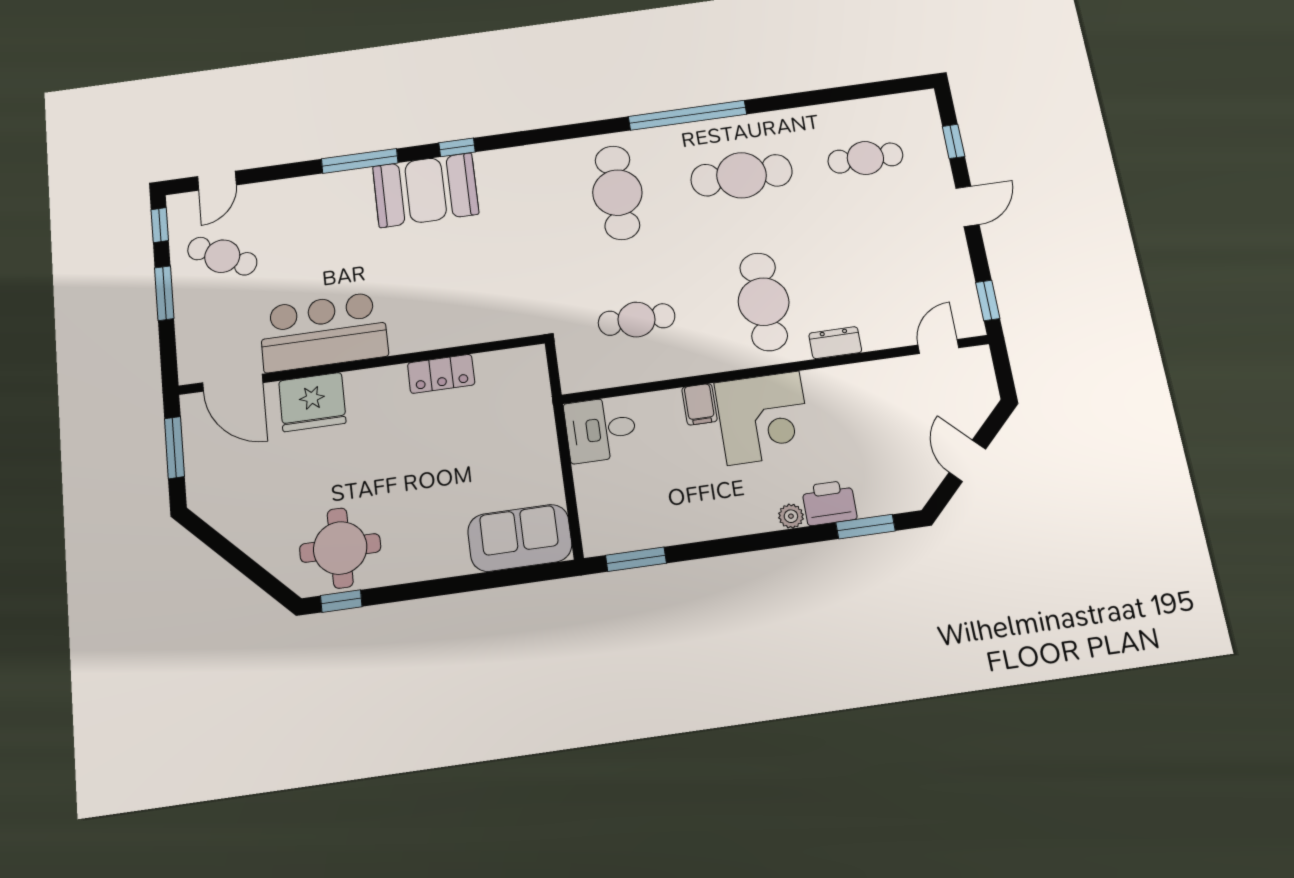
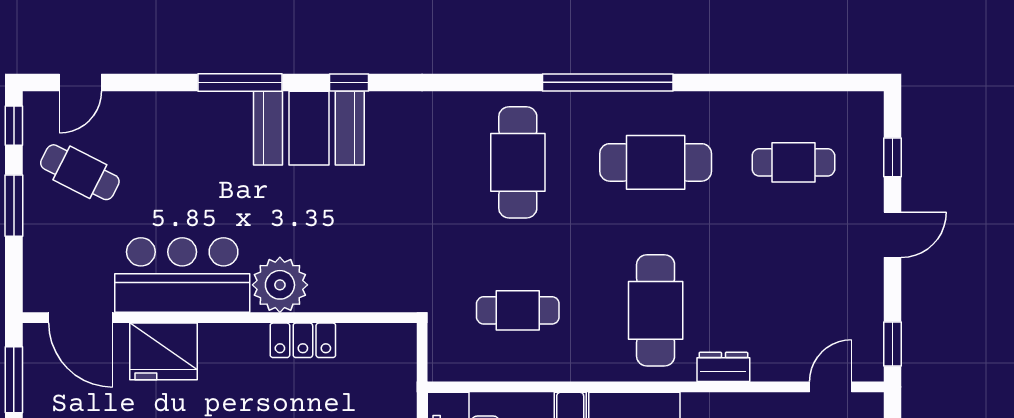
plant: (414, 328) -> (280, 285), added

